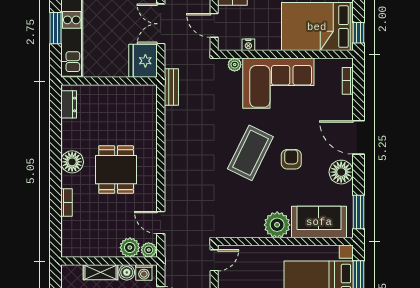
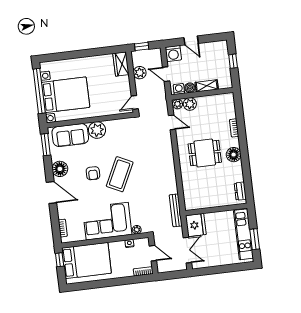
bench: (171, 87) -> (176, 210), width x1.36
dining table: (116, 170) -> (205, 153), turned 90

